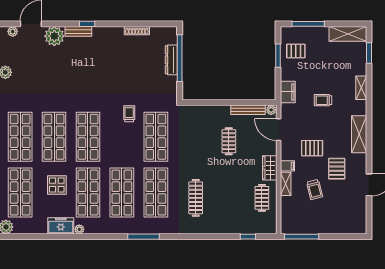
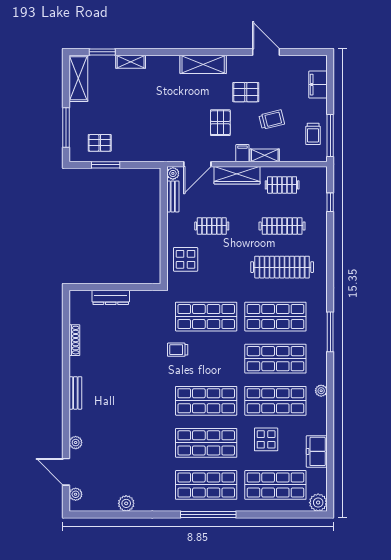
window: (87, 24) -> (66, 402), removed
bench: (78, 31) -> (75, 393), moved
plant: (54, 36) -> (76, 443), width x0.53, depth x0.53
pallet: (296, 51) -> (100, 143), turned 90
window: (180, 58) -> (109, 287), removed
shelving: (361, 88) -> (131, 62), moved
filing cabinet: (288, 92) -> (318, 85), moved, turned -90
trolley: (323, 100) -> (313, 134), moved
bench: (248, 110) -> (173, 196), width x0.73
display table: (202, 120) -> (186, 259), added
wardrobe: (270, 168) -> (237, 175), width x1.50
clothes rail: (196, 198) -> (282, 267), width x1.37, depth x1.31
clothes rail: (229, 198) -> (282, 226), added
freezer: (61, 226) -> (317, 451), moved
plant: (79, 229) -> (321, 391), moved

